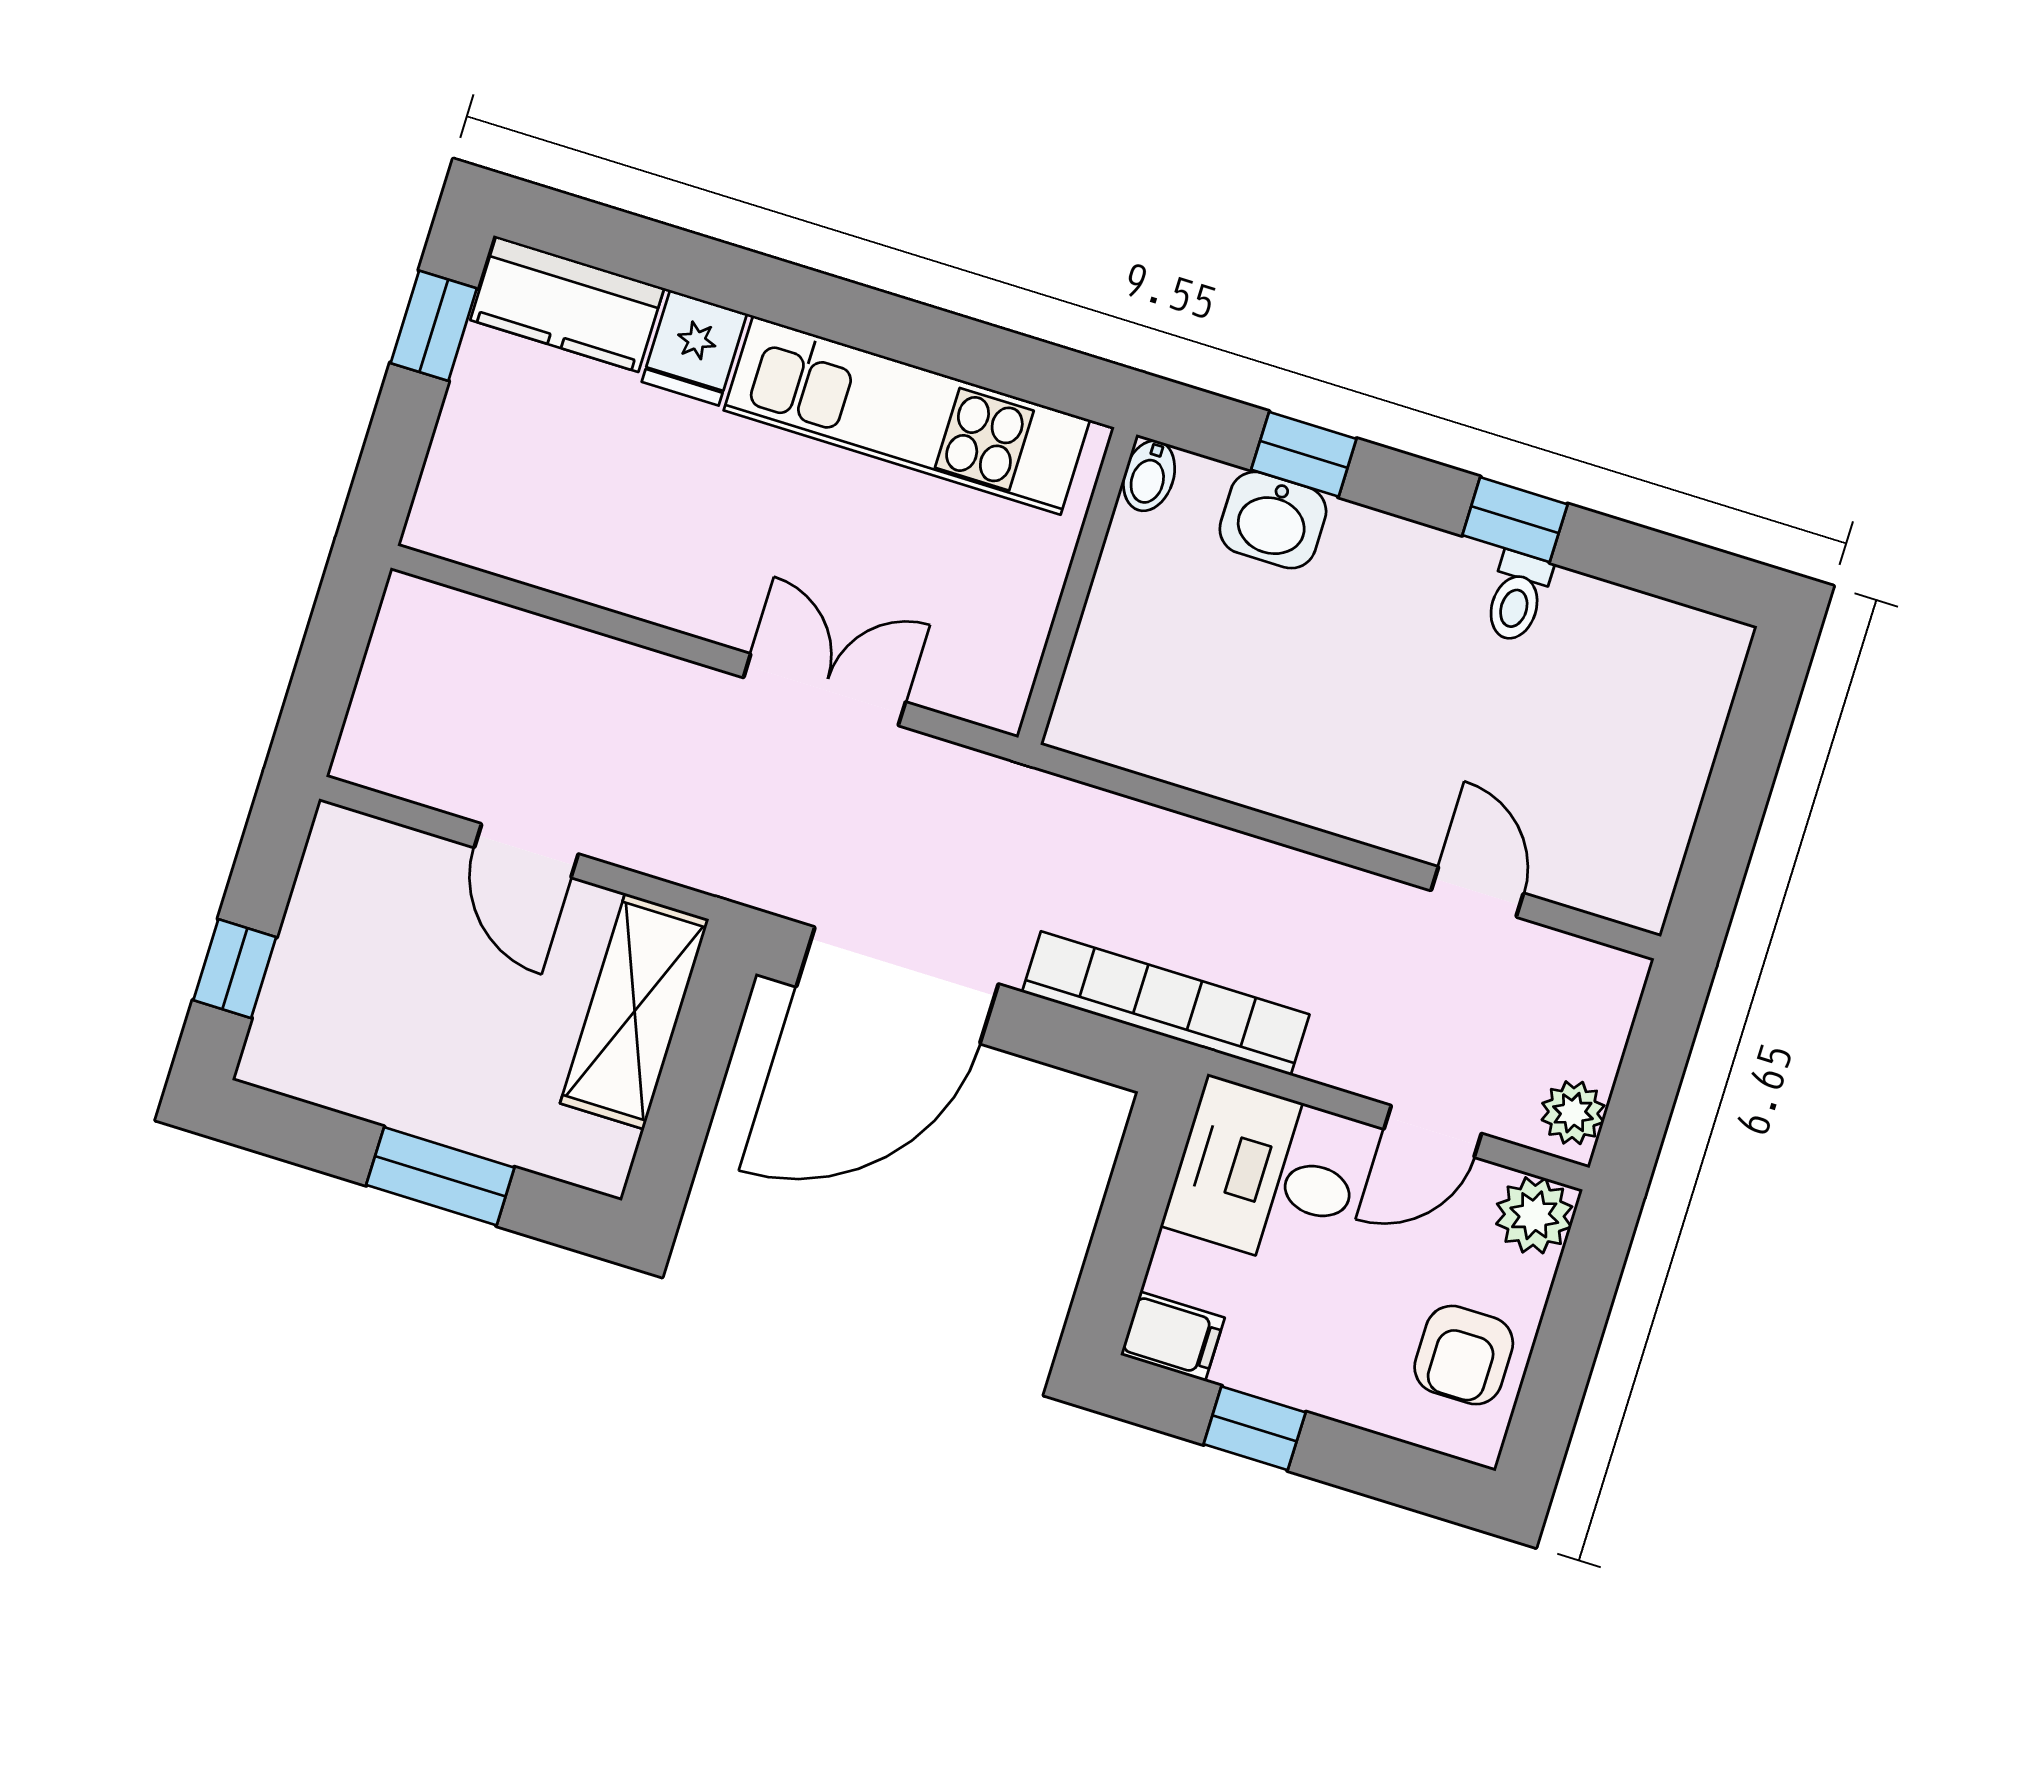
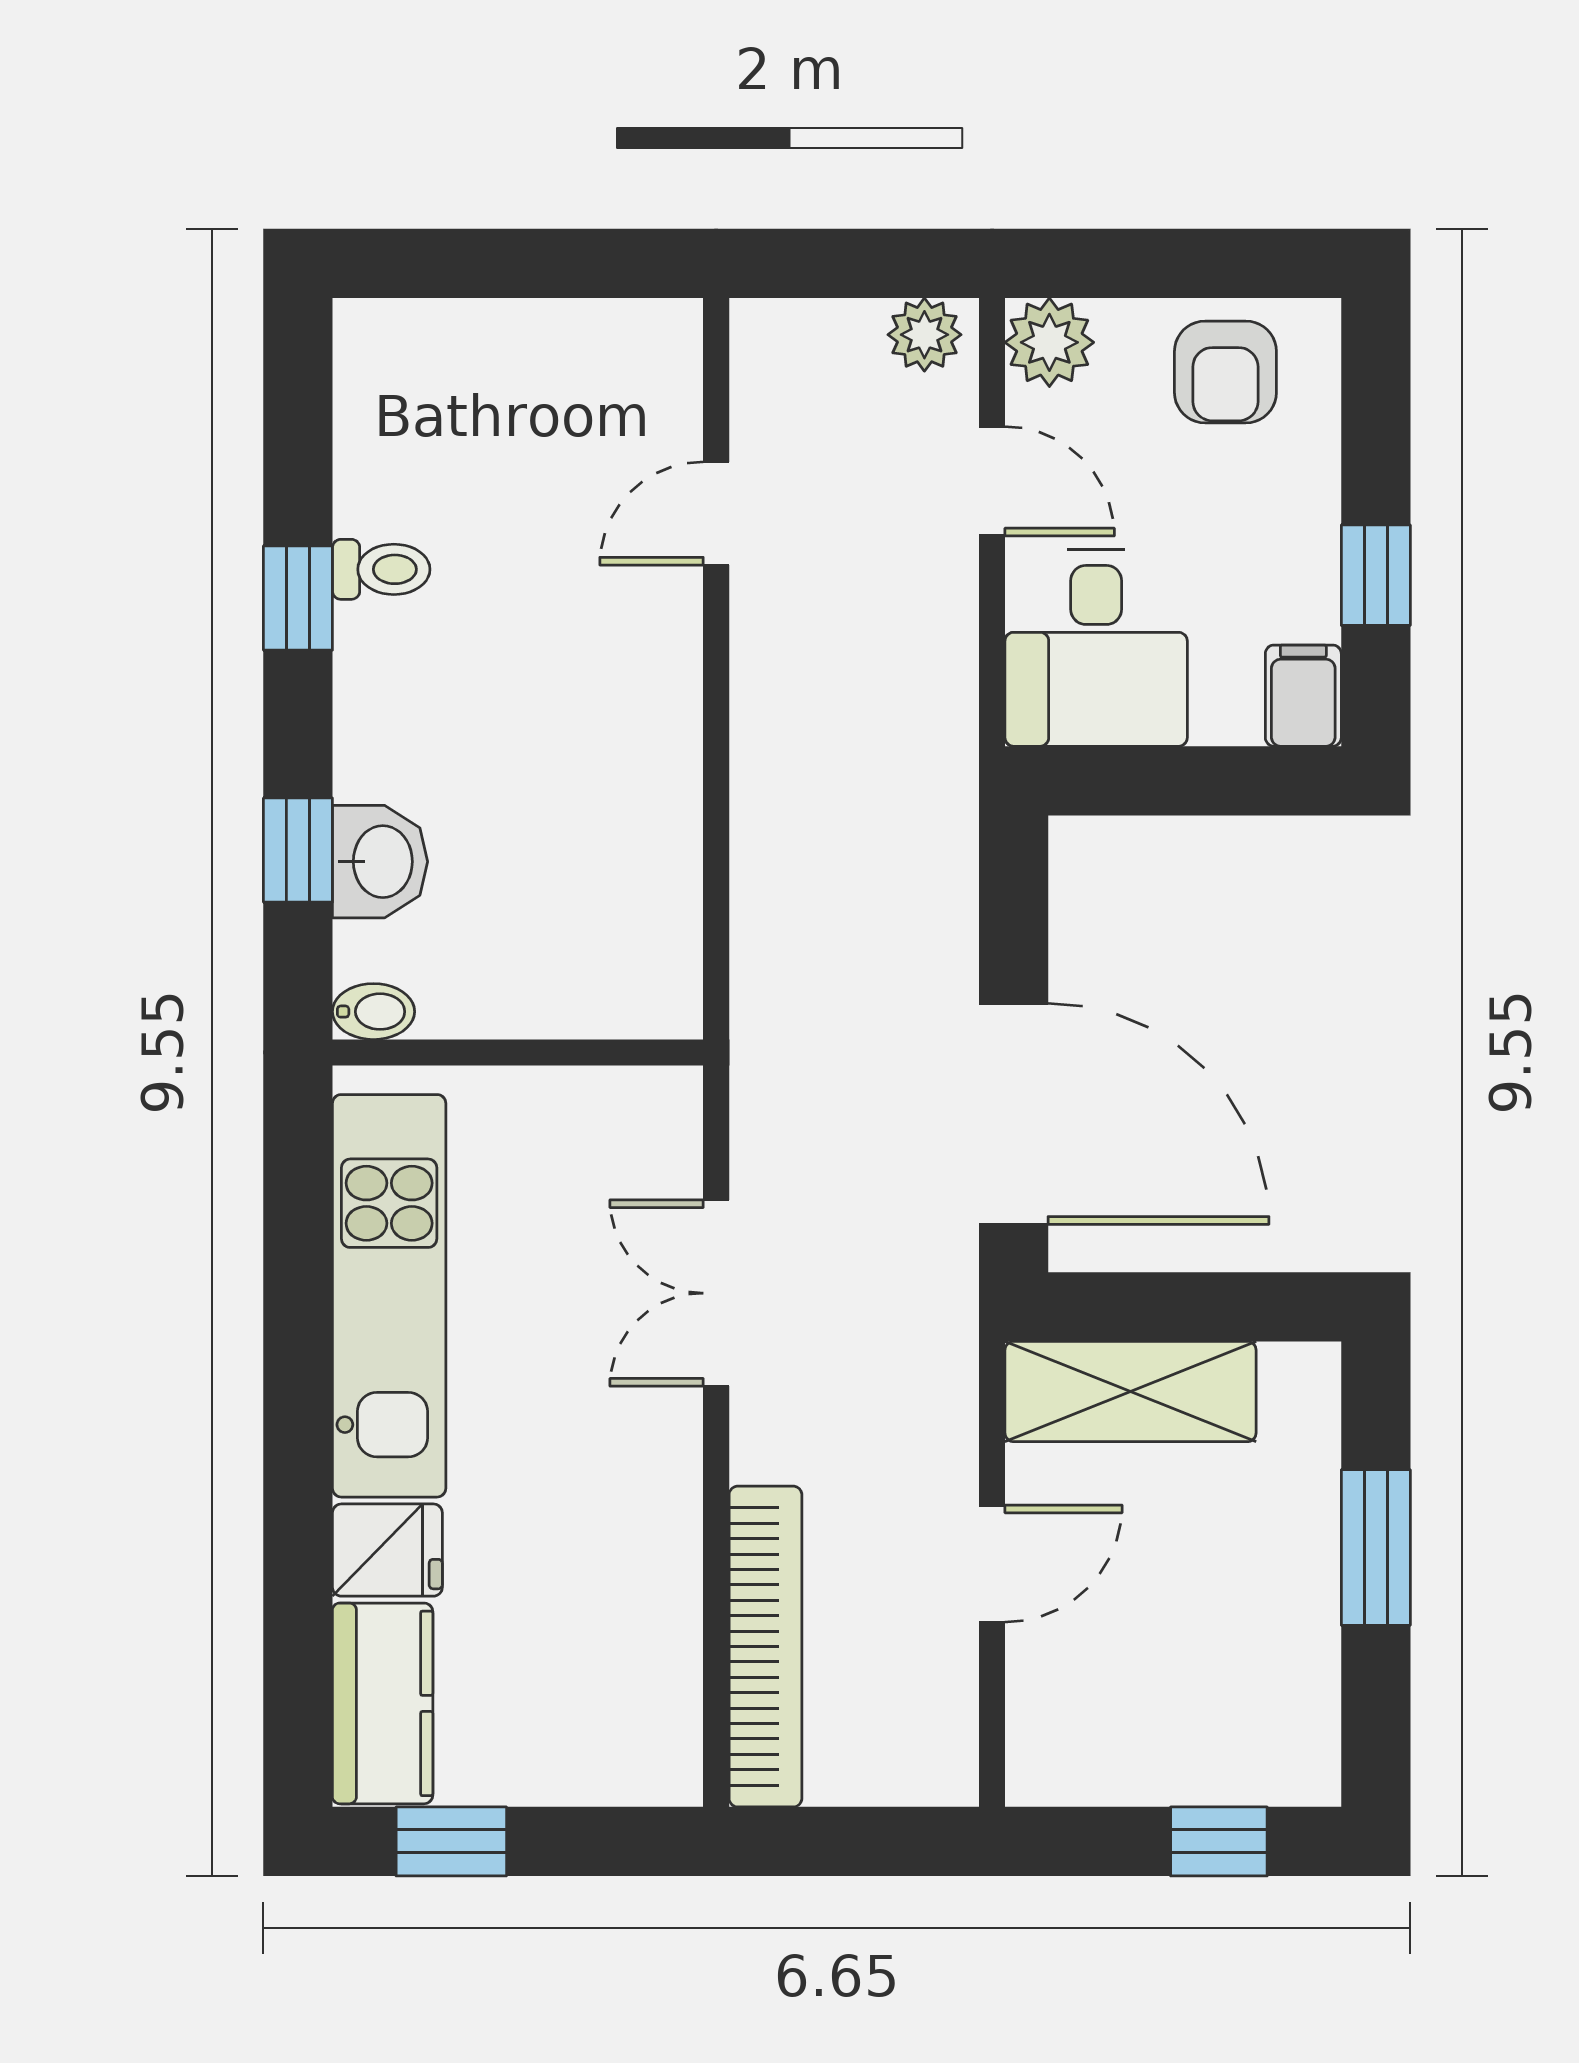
bookcase: (1166, 1003) -> (765, 1647), moved, turned 180
armchair: (1464, 1355) -> (1225, 372), turned 90

